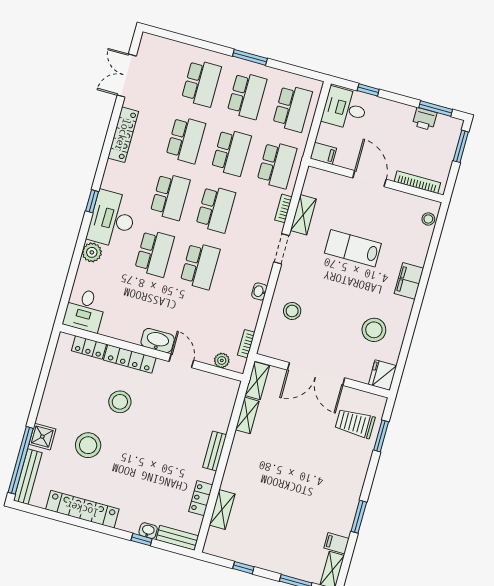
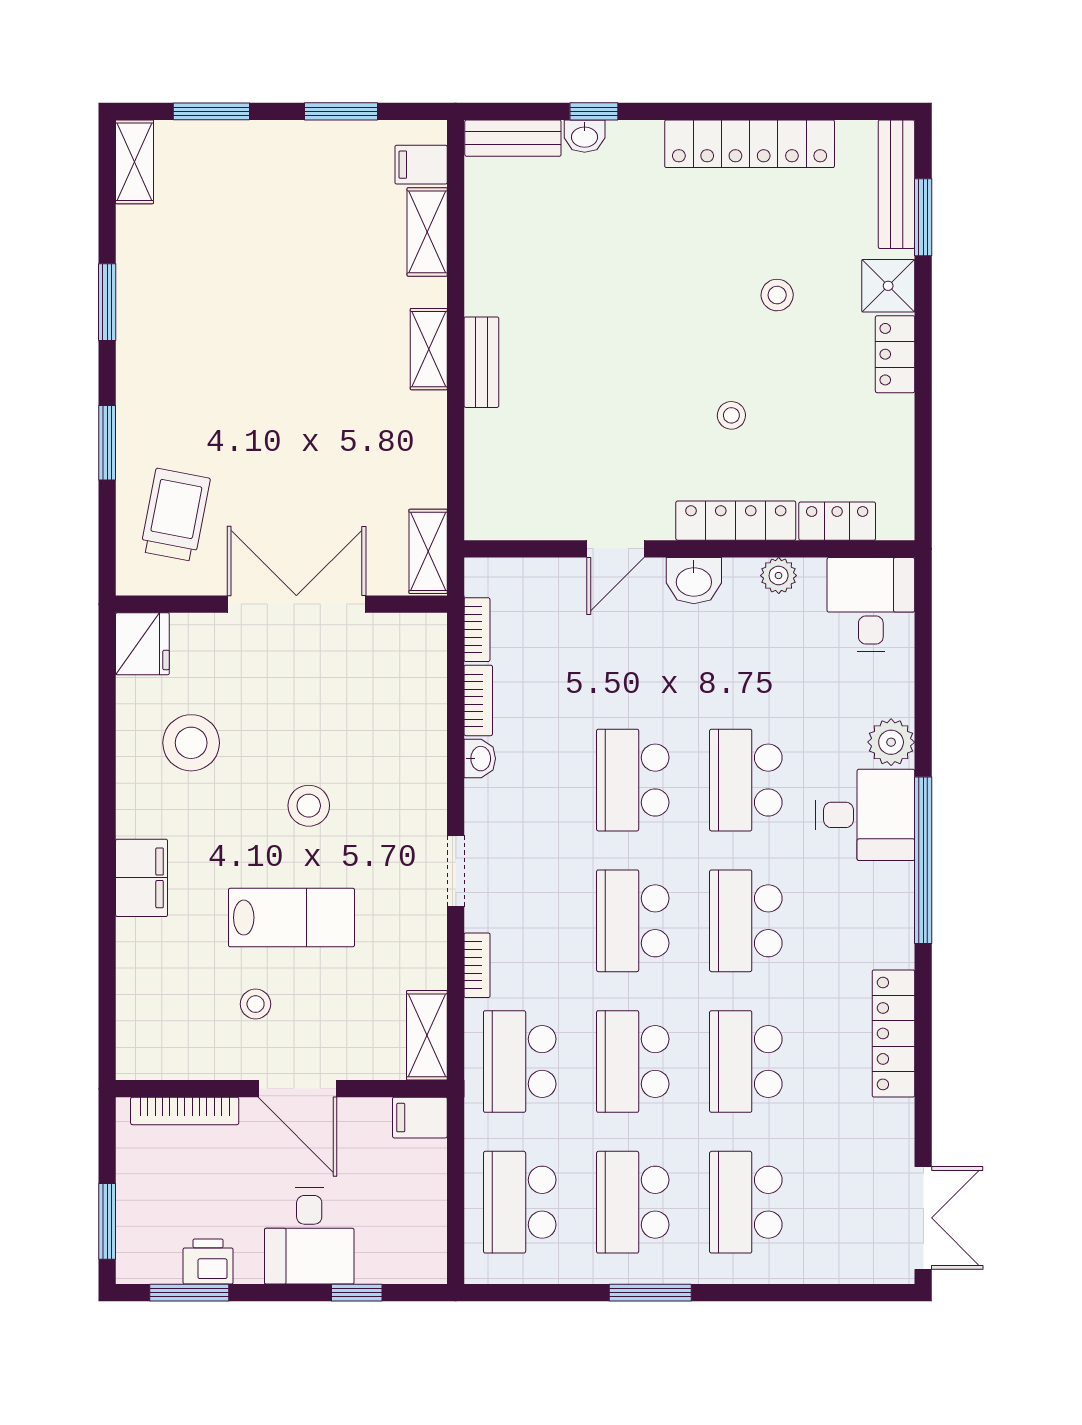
double door: (127, 76) -> (923, 1218), moved
desk: (345, 108) -> (309, 1236), moved, turned 90
window: (92, 201) -> (923, 860), width x3.17
shelving: (303, 215) -> (427, 1035), moved
desk: (112, 219) -> (865, 815), width x0.73
stool: (428, 219) -> (256, 1004), moved
stool: (292, 311) -> (309, 806), moved
bookcase: (254, 315) -> (478, 700), added
washbasin: (158, 341) -> (694, 581), width x0.72
plant: (222, 360) -> (779, 576), moved
door: (181, 361) -> (616, 549), hinge flipped
stool: (120, 402) -> (731, 415), width x0.53, depth x0.53
shelving: (247, 415) -> (429, 349), moved
trolley: (355, 423) -> (175, 515), turned -79
window: (381, 436) -> (107, 443), moved
stool: (88, 445) -> (777, 295), width x0.53, depth x0.53
window: (21, 460) -> (923, 217), width x0.47
locker: (201, 498) -> (895, 354), moved, turned 180
filing cabinet: (337, 543) -> (421, 165), moved, turned 180
window: (243, 568) -> (341, 111), width x1.50

